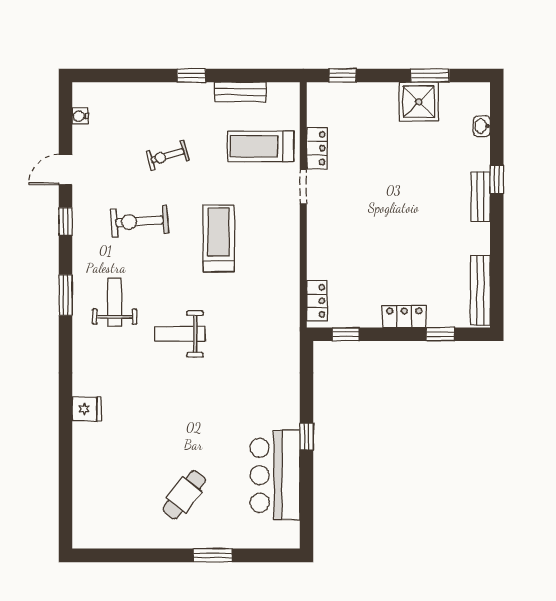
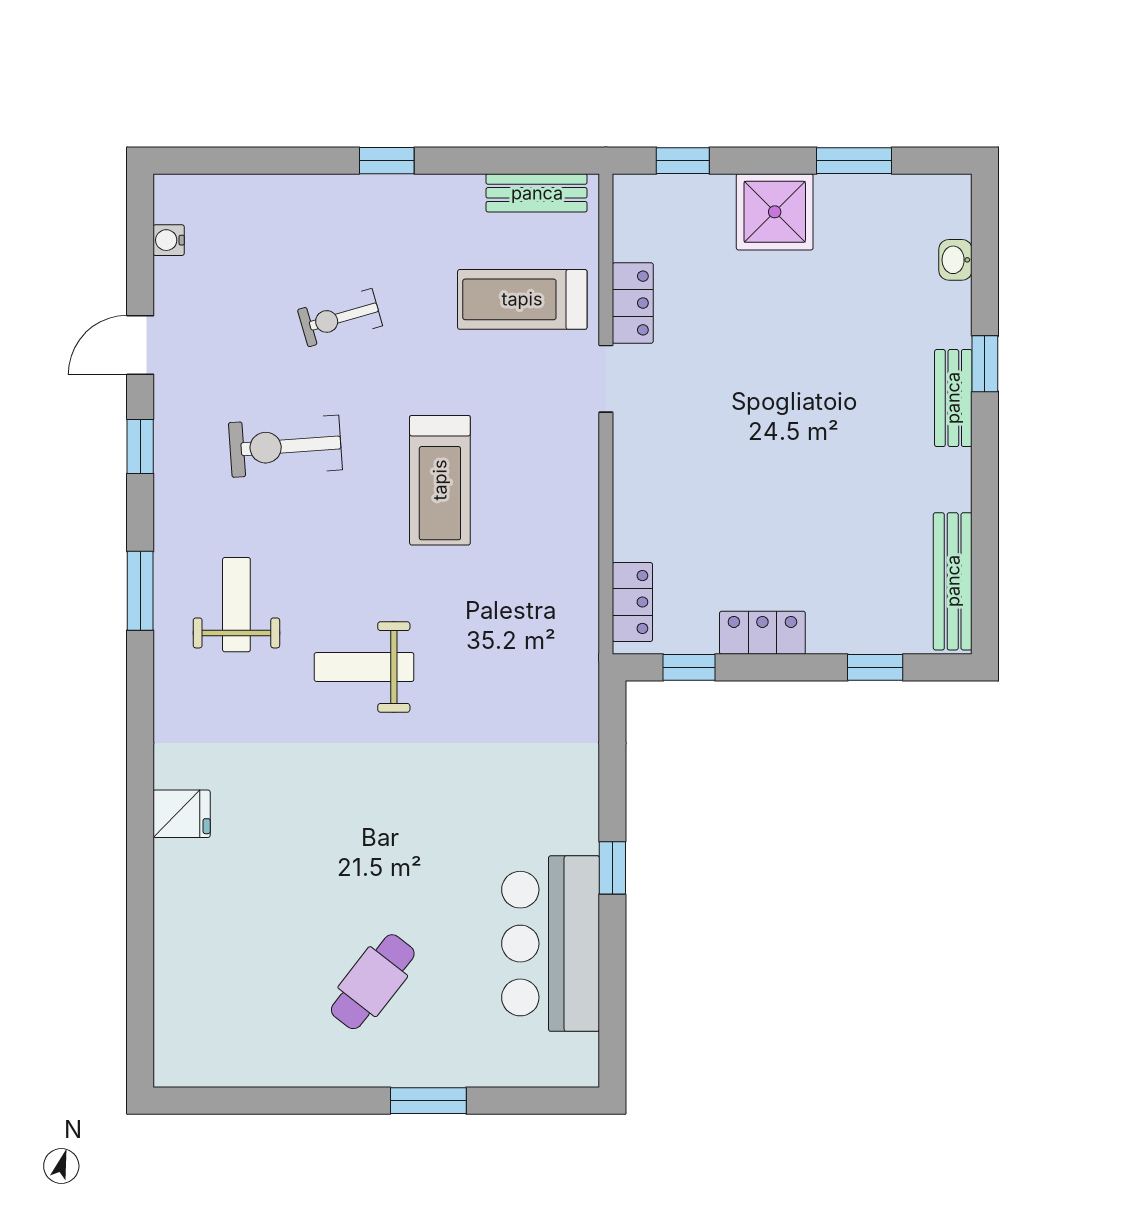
bench: (240, 92) -> (537, 193), moved
shower: (419, 102) -> (775, 212), moved
treadmill: (219, 239) -> (440, 480), turned 180
locker: (404, 317) -> (762, 633), moved

